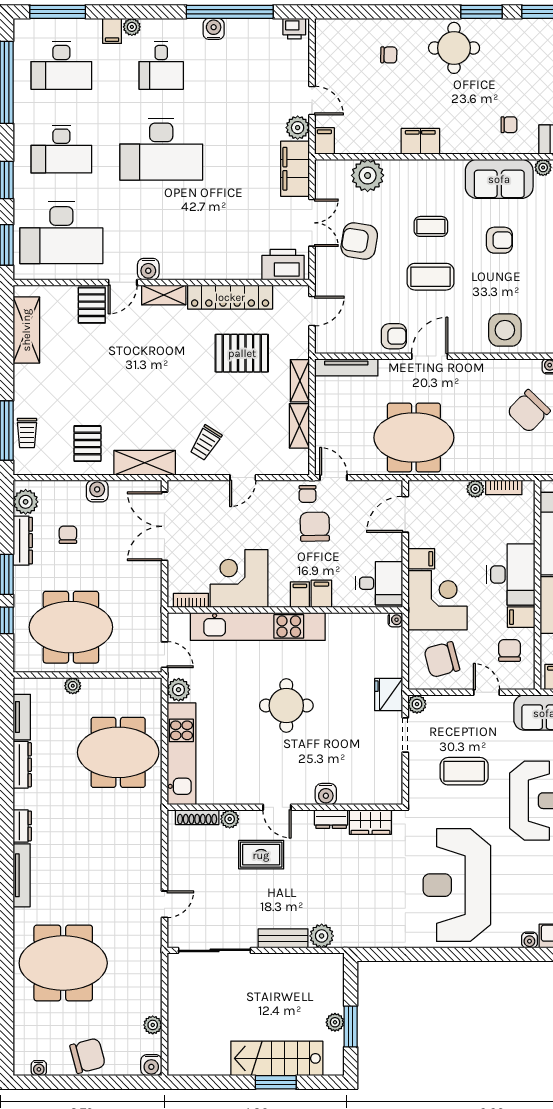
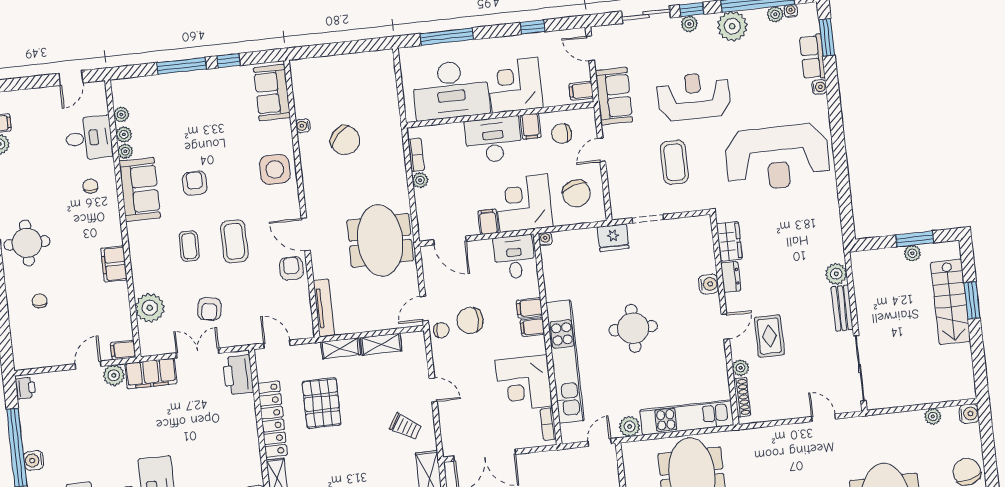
armchair: (359, 241) -> (209, 309), width x0.72, depth x0.72
plant: (417, 704) -> (619, 211), removed

